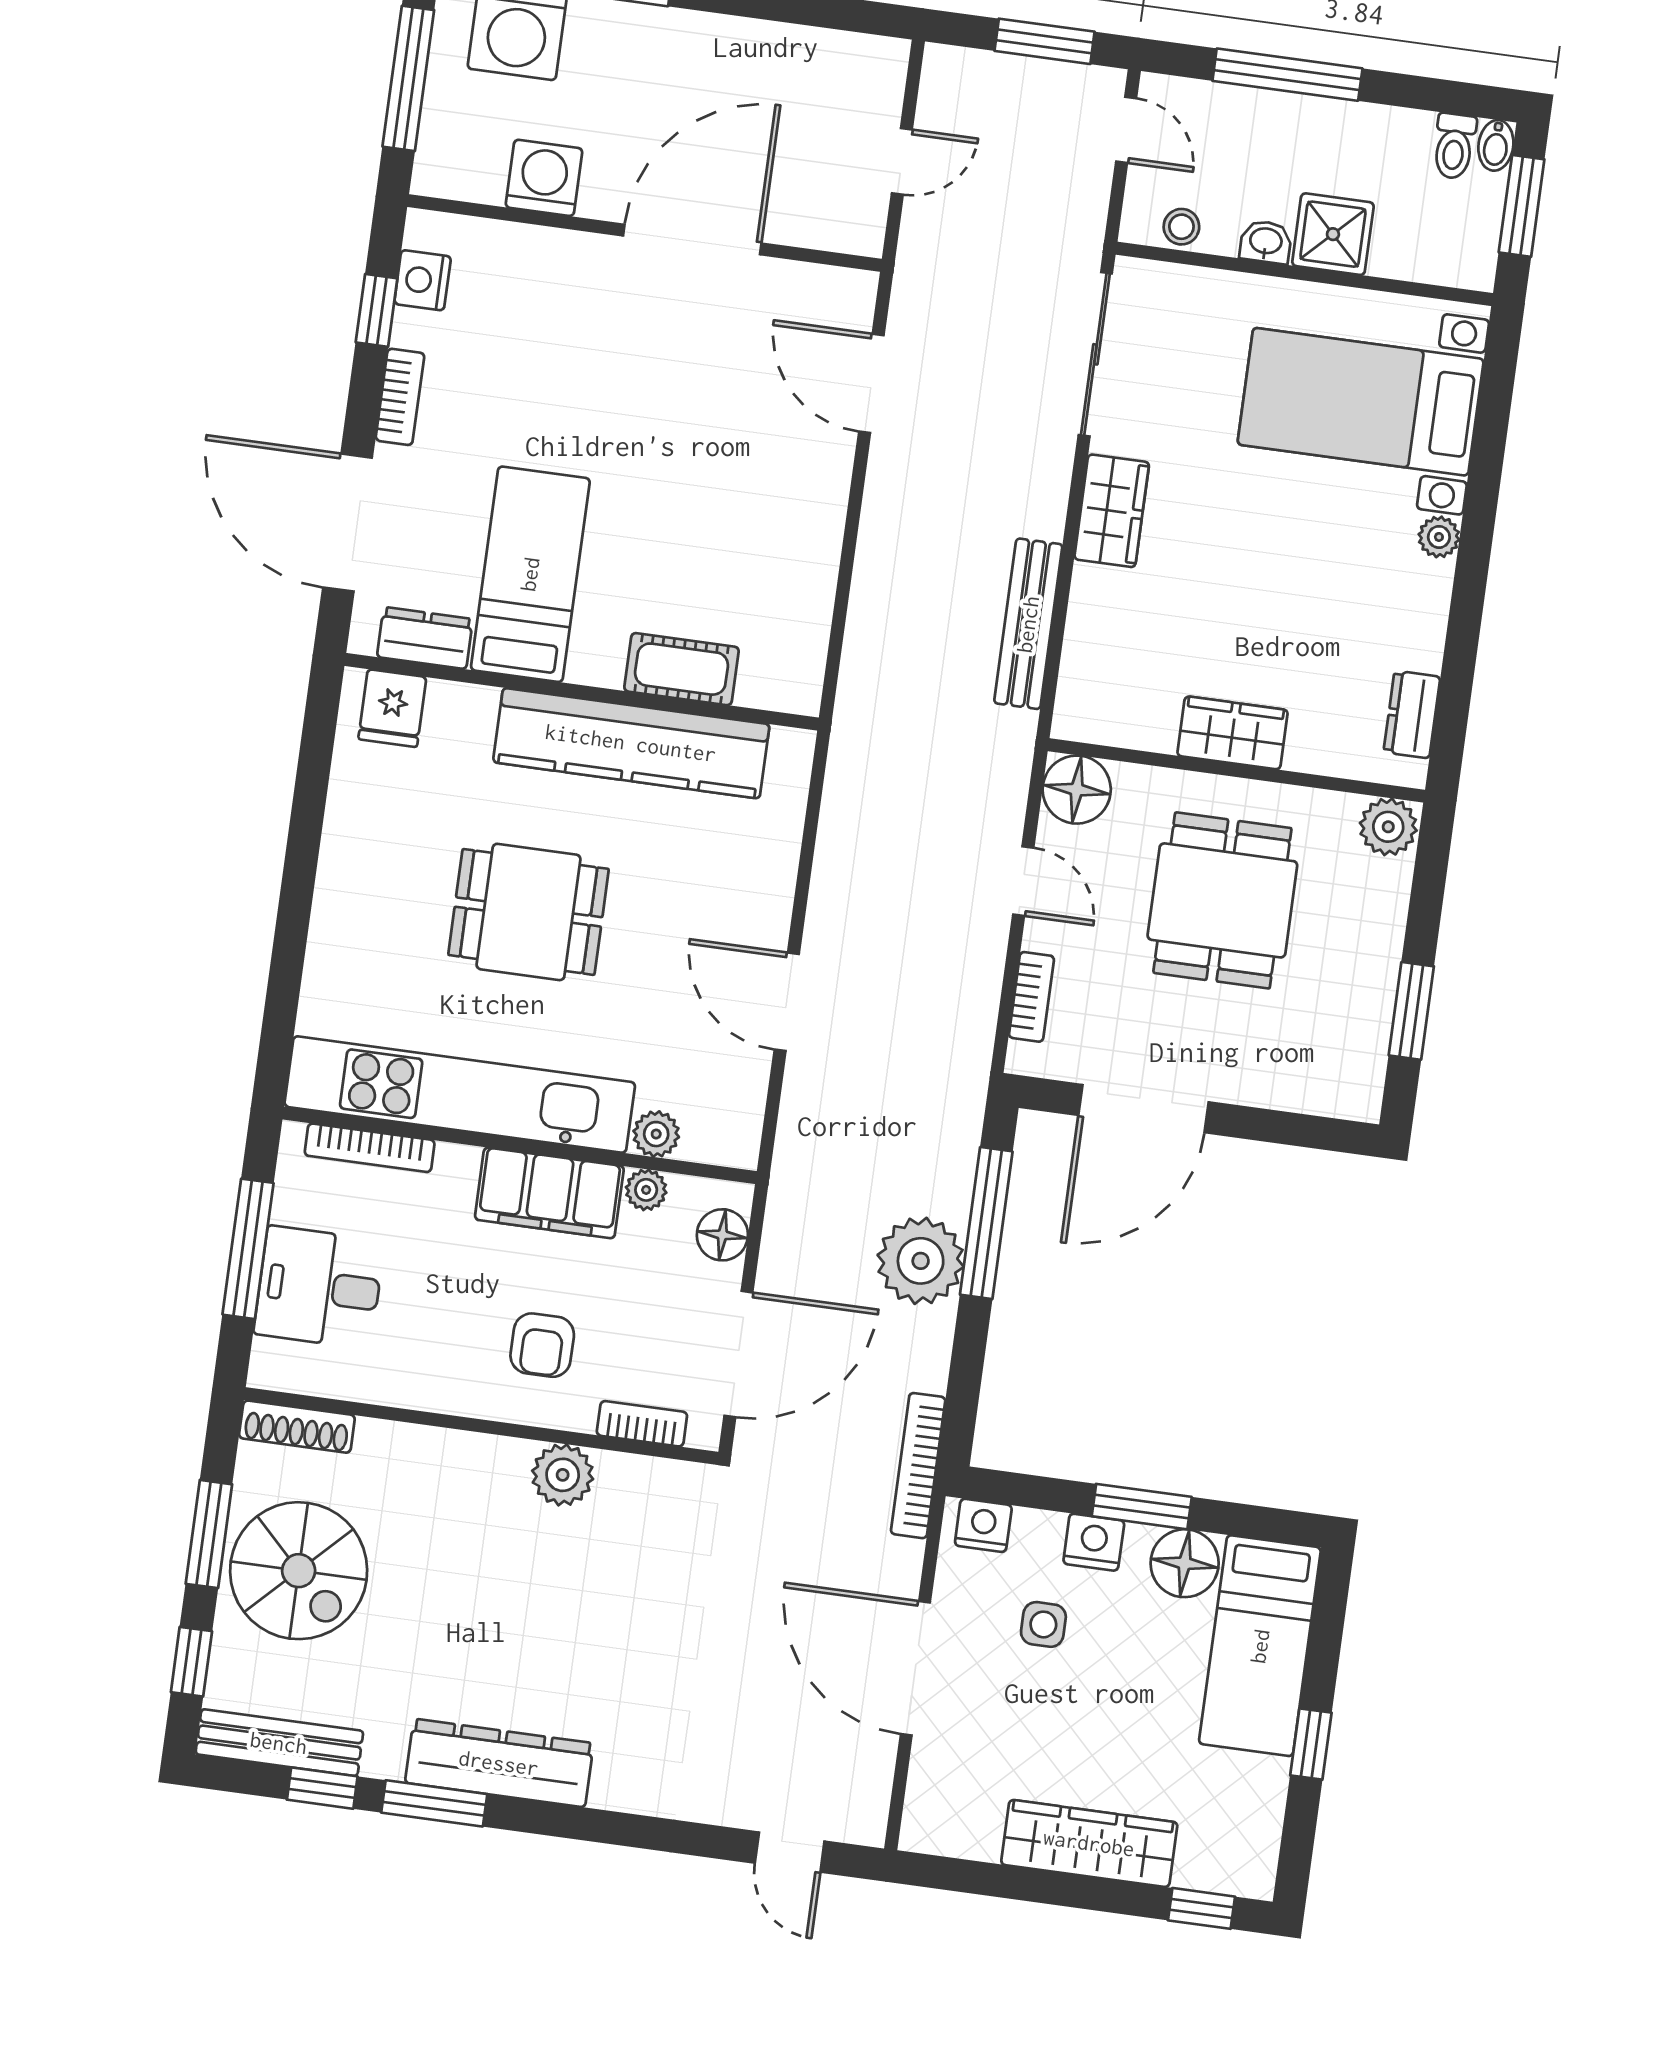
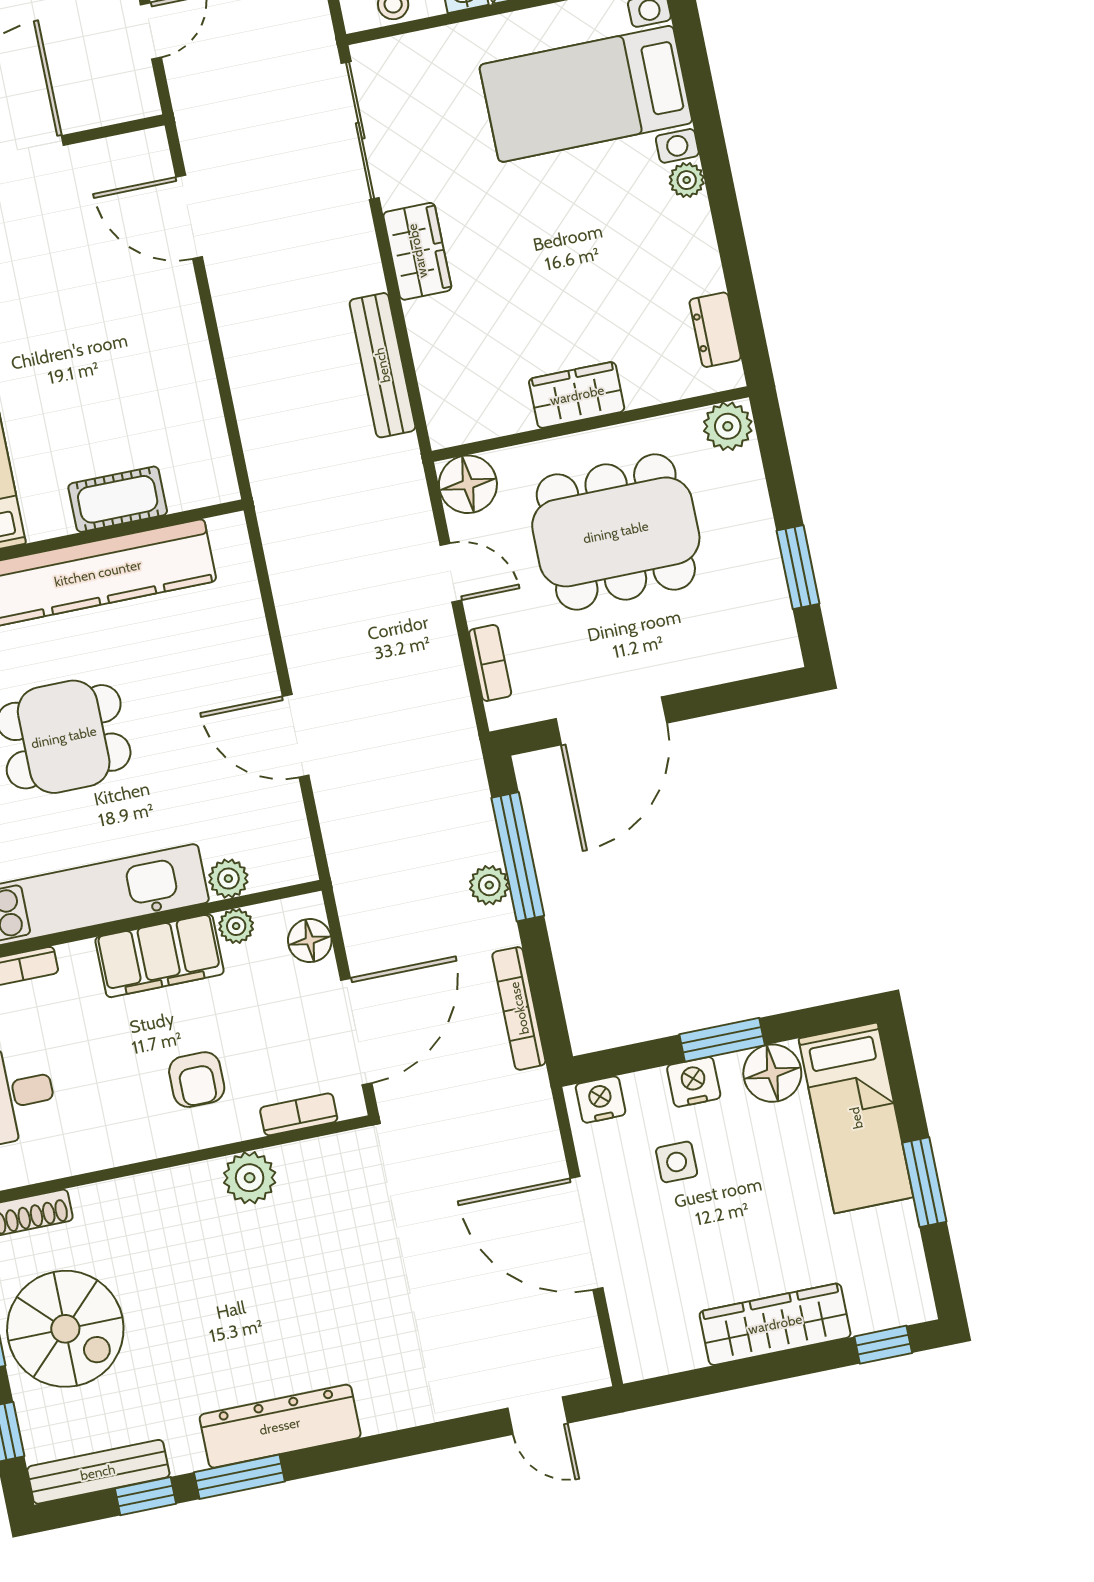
dining table: (1222, 900) -> (616, 532), width x1.38
plant: (921, 1261) -> (489, 885), width x0.53, depth x0.53
bookcase: (918, 1466) -> (519, 1008), moved
window: (1311, 1744) -> (924, 1182), width x1.50

